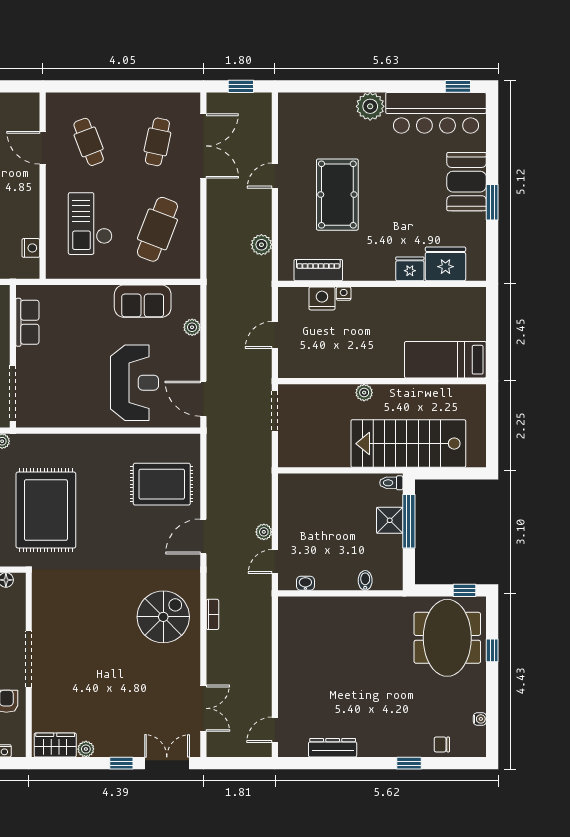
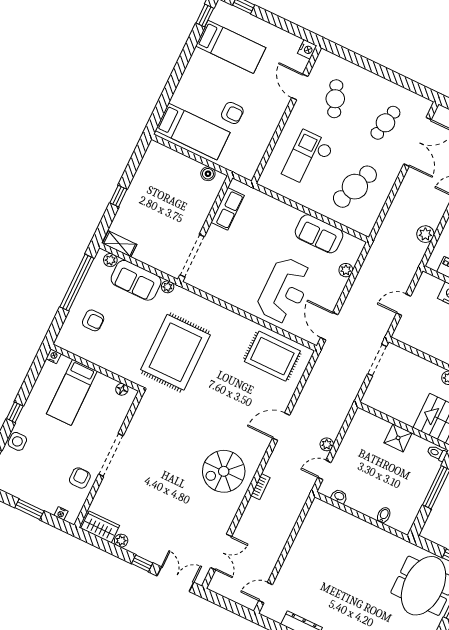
nightstand: (31, 248) -> (307, 49), moved
rug: (162, 484) -> (272, 356), moved
shower: (390, 520) -> (398, 438), moved
spiral stairs: (163, 617) -> (224, 471), turned 180

